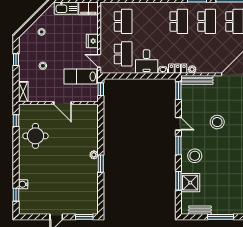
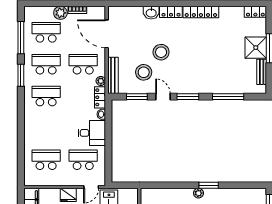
school desk: (207, 54) -> (83, 64), added
window: (101, 89) -> (124, 185), removed
window: (178, 91) -> (137, 97), moved
door: (178, 124) -> (163, 97), hinge flipped
stool: (195, 156) -> (144, 72), moved
window: (178, 181) -> (228, 97), width x1.44
shower: (190, 183) -> (256, 48), moved

